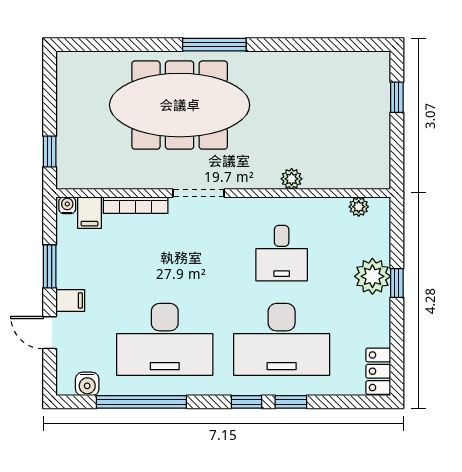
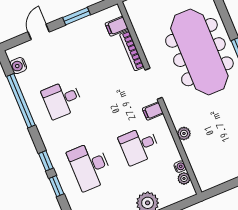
water cooler: (67, 205) -> (180, 167), moved
filing cabinet: (70, 301) -> (153, 111), moved, turned 90
desk: (165, 339) -> (62, 99), width x0.53, depth x0.77
desk: (282, 339) -> (90, 166), width x0.73, depth x0.77

